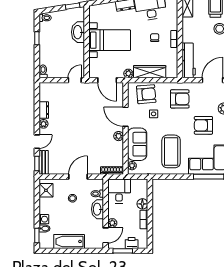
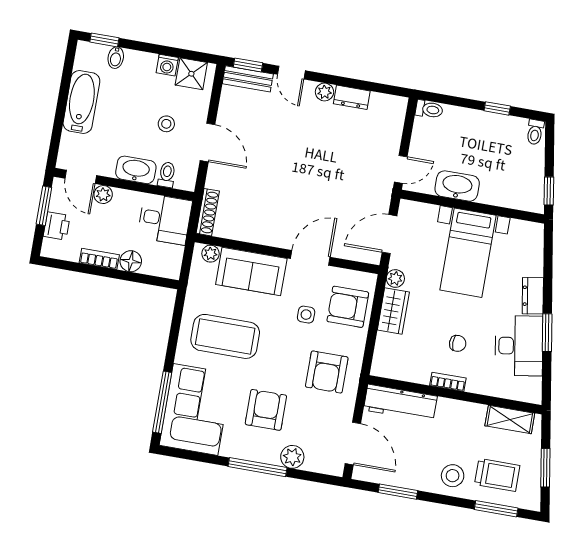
washbasin: (78, 32) -> (457, 186), moved
wardrobe: (150, 72) -> (393, 311), width x0.67
door: (75, 80) -> (401, 169), hinge flipped
armchair: (146, 94) -> (348, 307), turned 95
plant: (119, 136) -> (274, 237), removed
washing machine: (44, 219) -> (167, 65), moved

